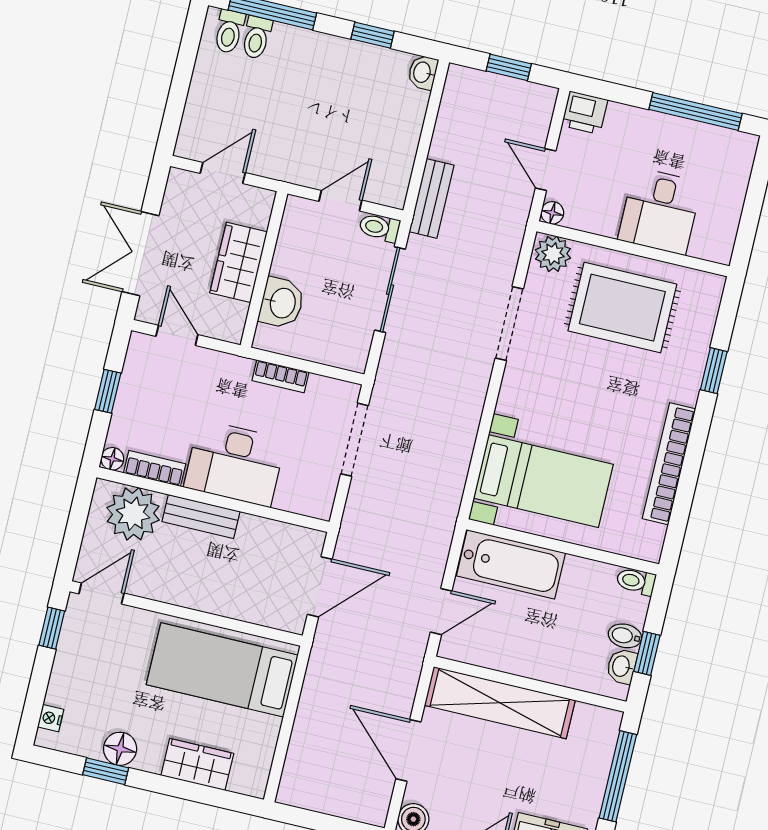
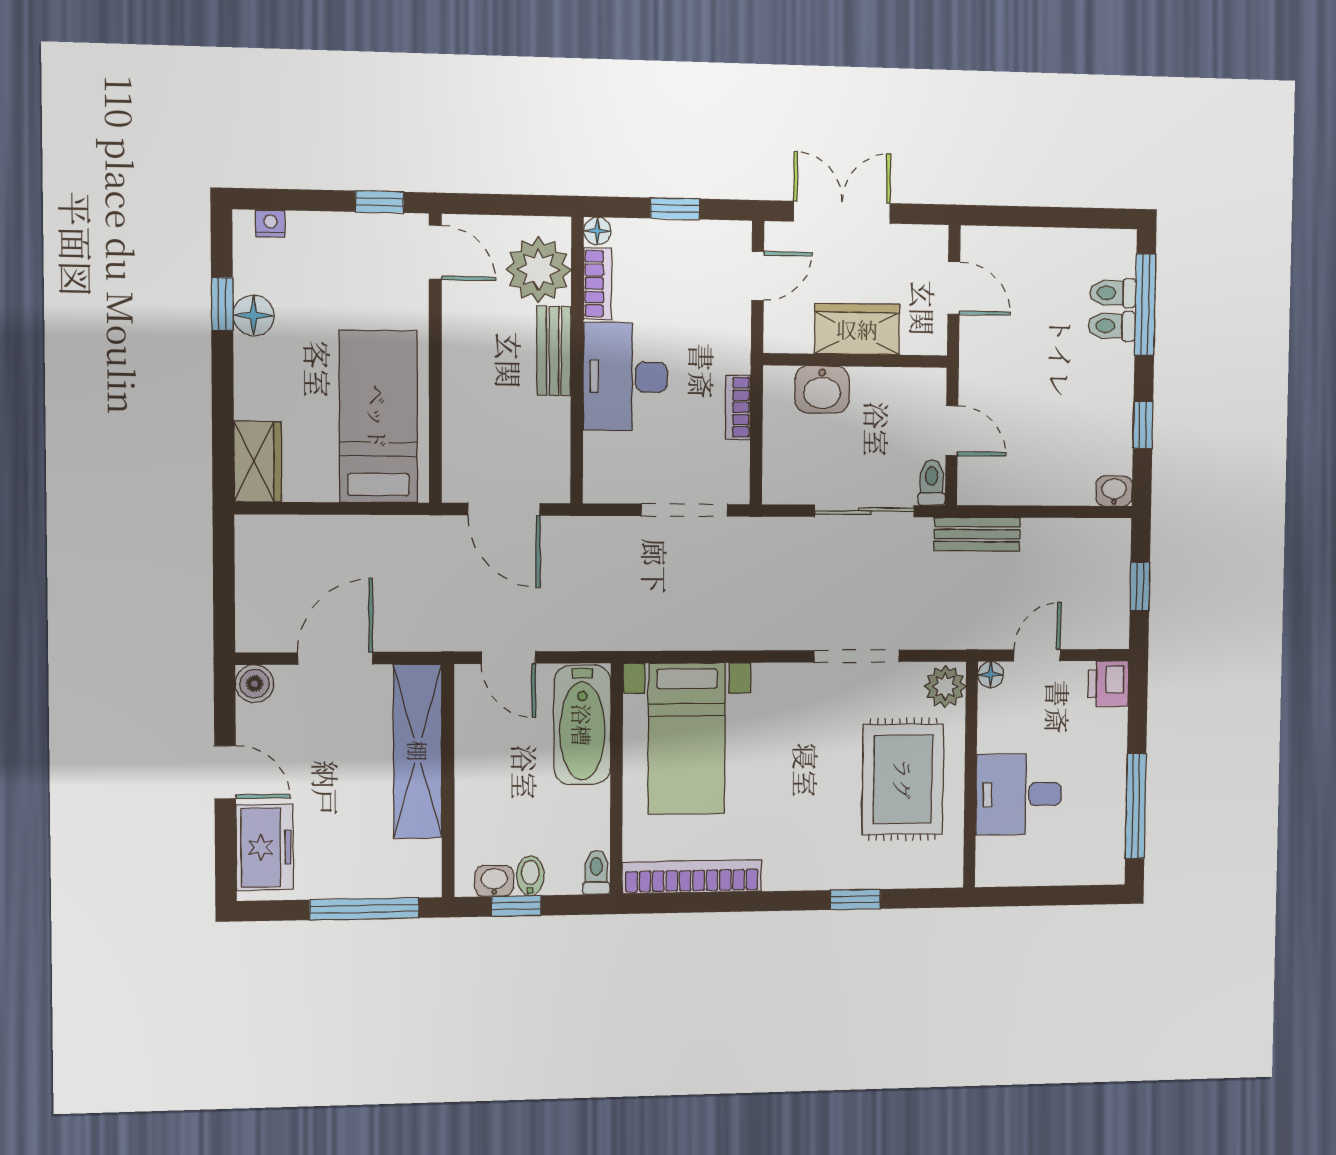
toilet: (229, 31) -> (1112, 326), moved
bookcase: (669, 464) -> (692, 877), moved
wardrobe: (197, 764) -> (258, 462), moved

